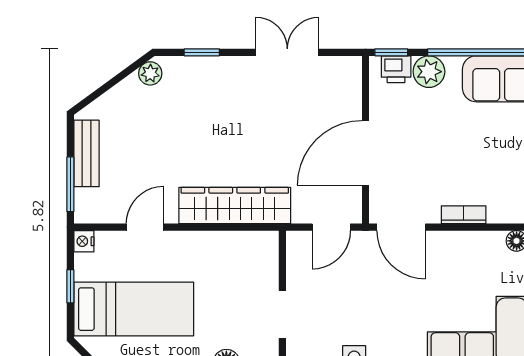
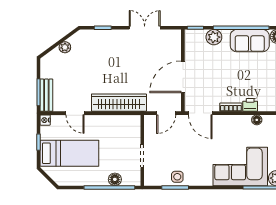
printer: (396, 69) -> (250, 105), moved, turned 180
plant: (150, 73) -> (65, 47), moved
bench: (87, 153) -> (46, 95), moved
door: (145, 227) -> (75, 113), swing flipped

